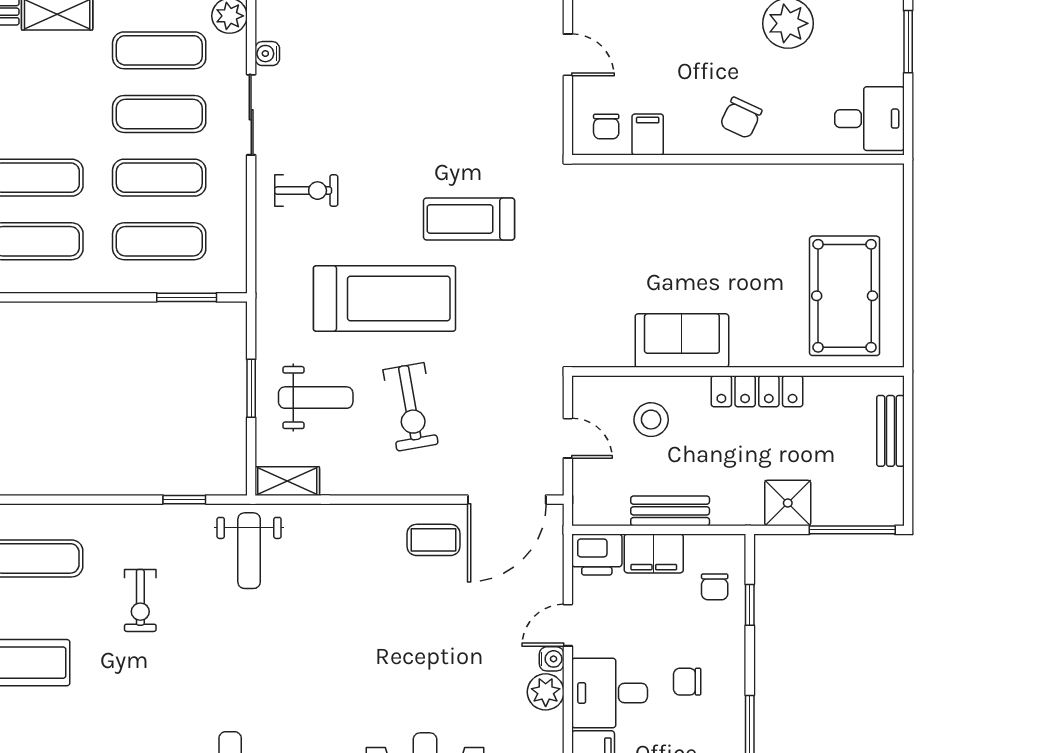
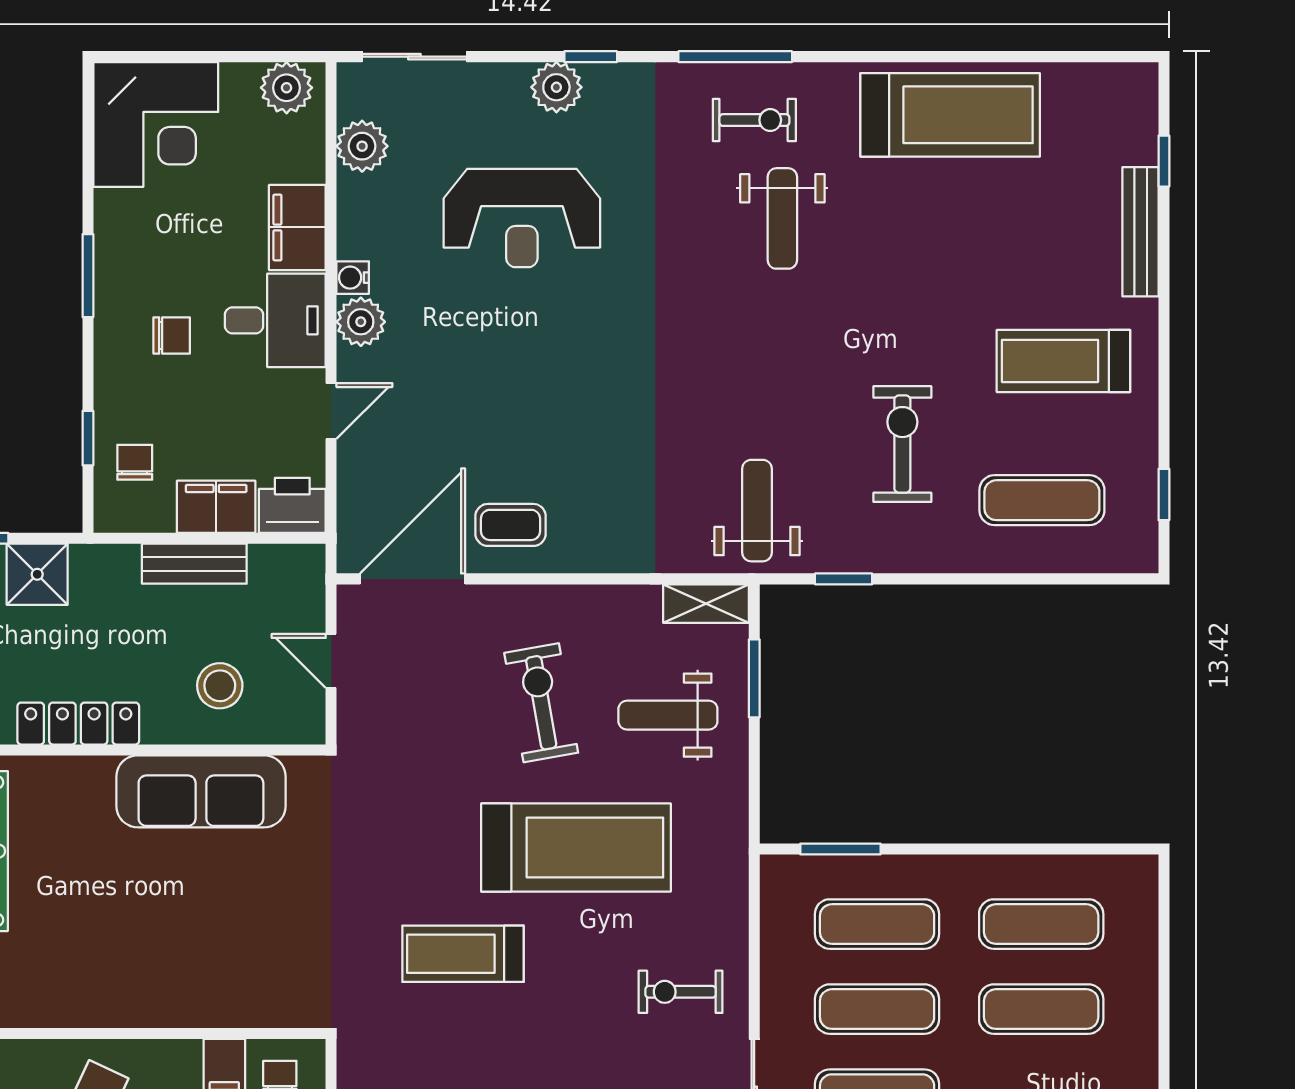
treadmill: (469, 219) -> (463, 954), turned 180
treadmill: (385, 299) -> (576, 848), turned 180
sofa: (682, 341) -> (201, 791), width x1.36
window: (251, 388) -> (754, 678), moved
exercise bike: (140, 600) -> (902, 444), width x1.38, depth x1.39
water cooler: (552, 659) -> (353, 278), moved

